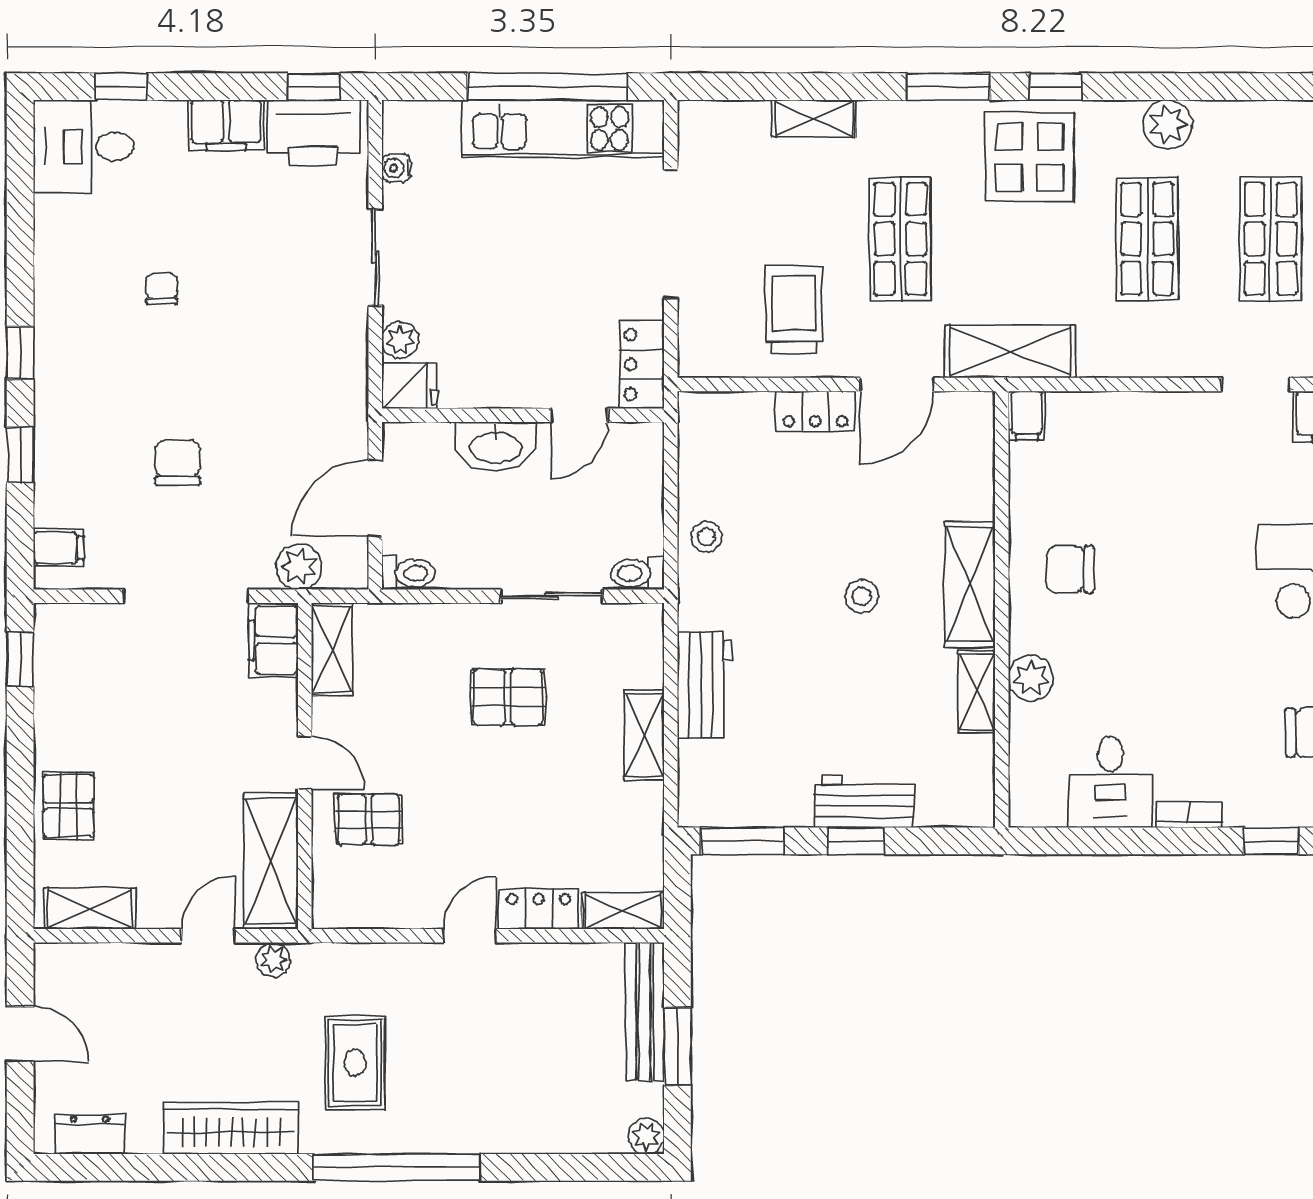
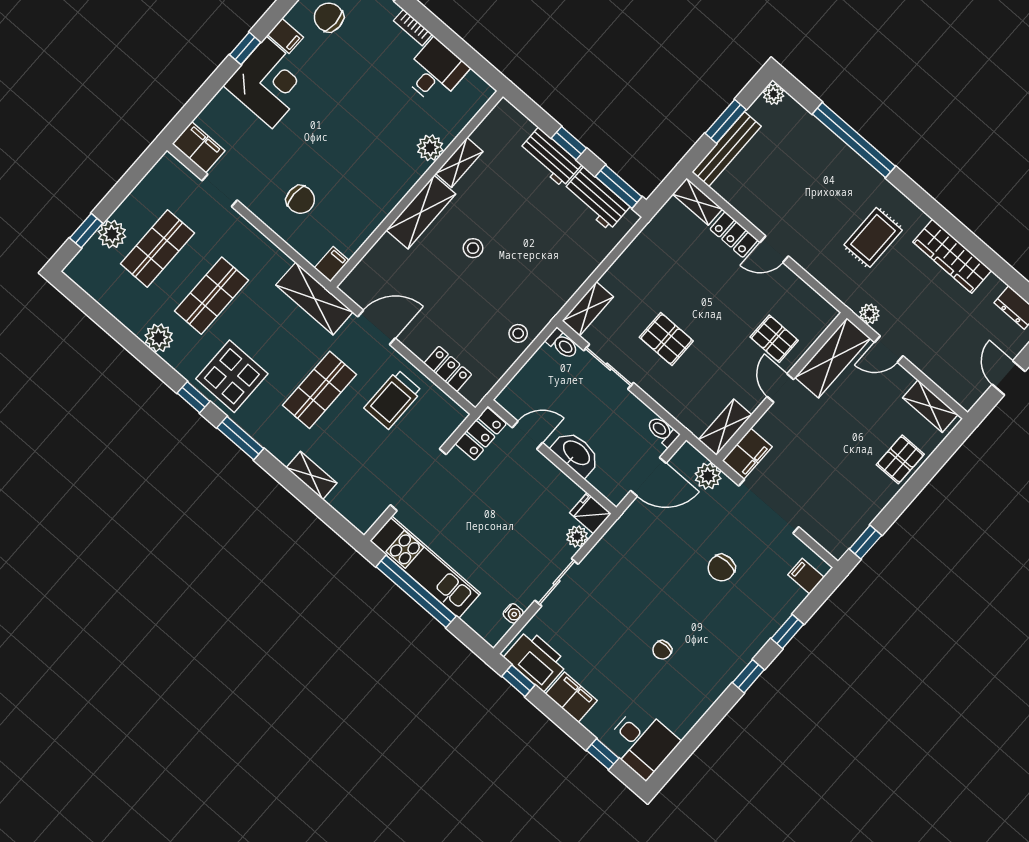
locker: (815, 411) -> (448, 369), moved
chair: (1070, 569) -> (300, 200), moved
workbench: (705, 684) -> (596, 199), moved, turned -90
shelving: (644, 735) -> (588, 309), moved
window: (397, 1167) -> (854, 140), moved

